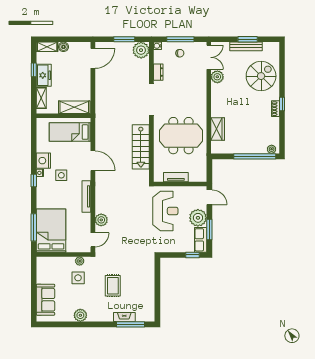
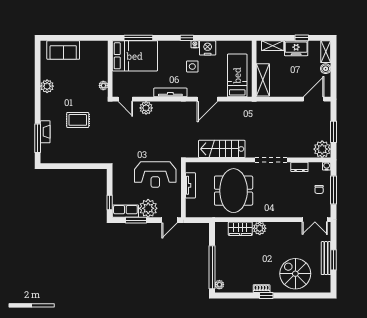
door: (93, 58) -> (314, 99), swing flipped
spiral stairs: (261, 76) -> (295, 274), turned 180
plant: (217, 77) -> (260, 228), moved
side table: (78, 278) -> (86, 84), removed

